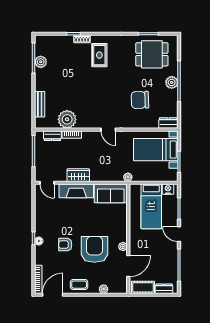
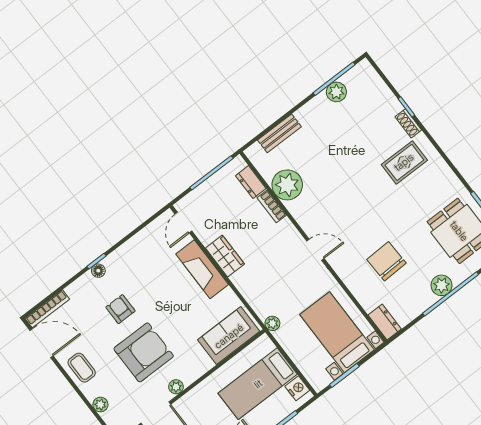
door: (108, 130) -> (315, 250), swing flipped
sofa: (111, 193) -> (229, 336), moved, turned 90

